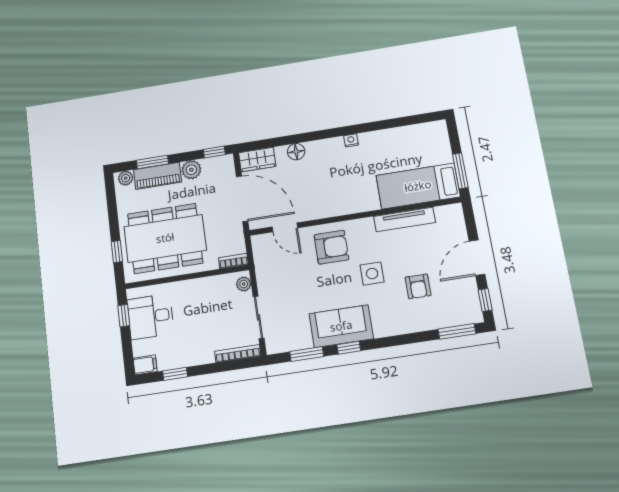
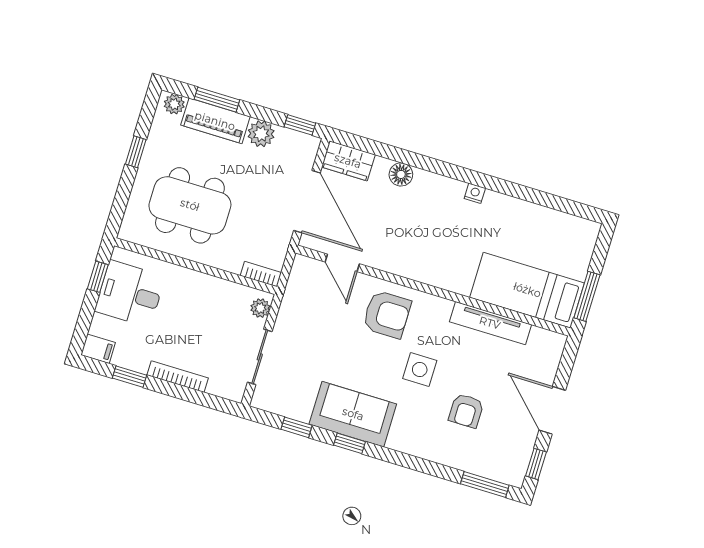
dining table: (165, 238) -> (190, 205), width x0.73, depth x0.80
window: (117, 252) -> (136, 152), moved
door: (477, 258) -> (552, 410), hinge flipped
bookcase: (238, 354) -> (178, 377), moved
window: (307, 354) -> (297, 427), width x0.67

